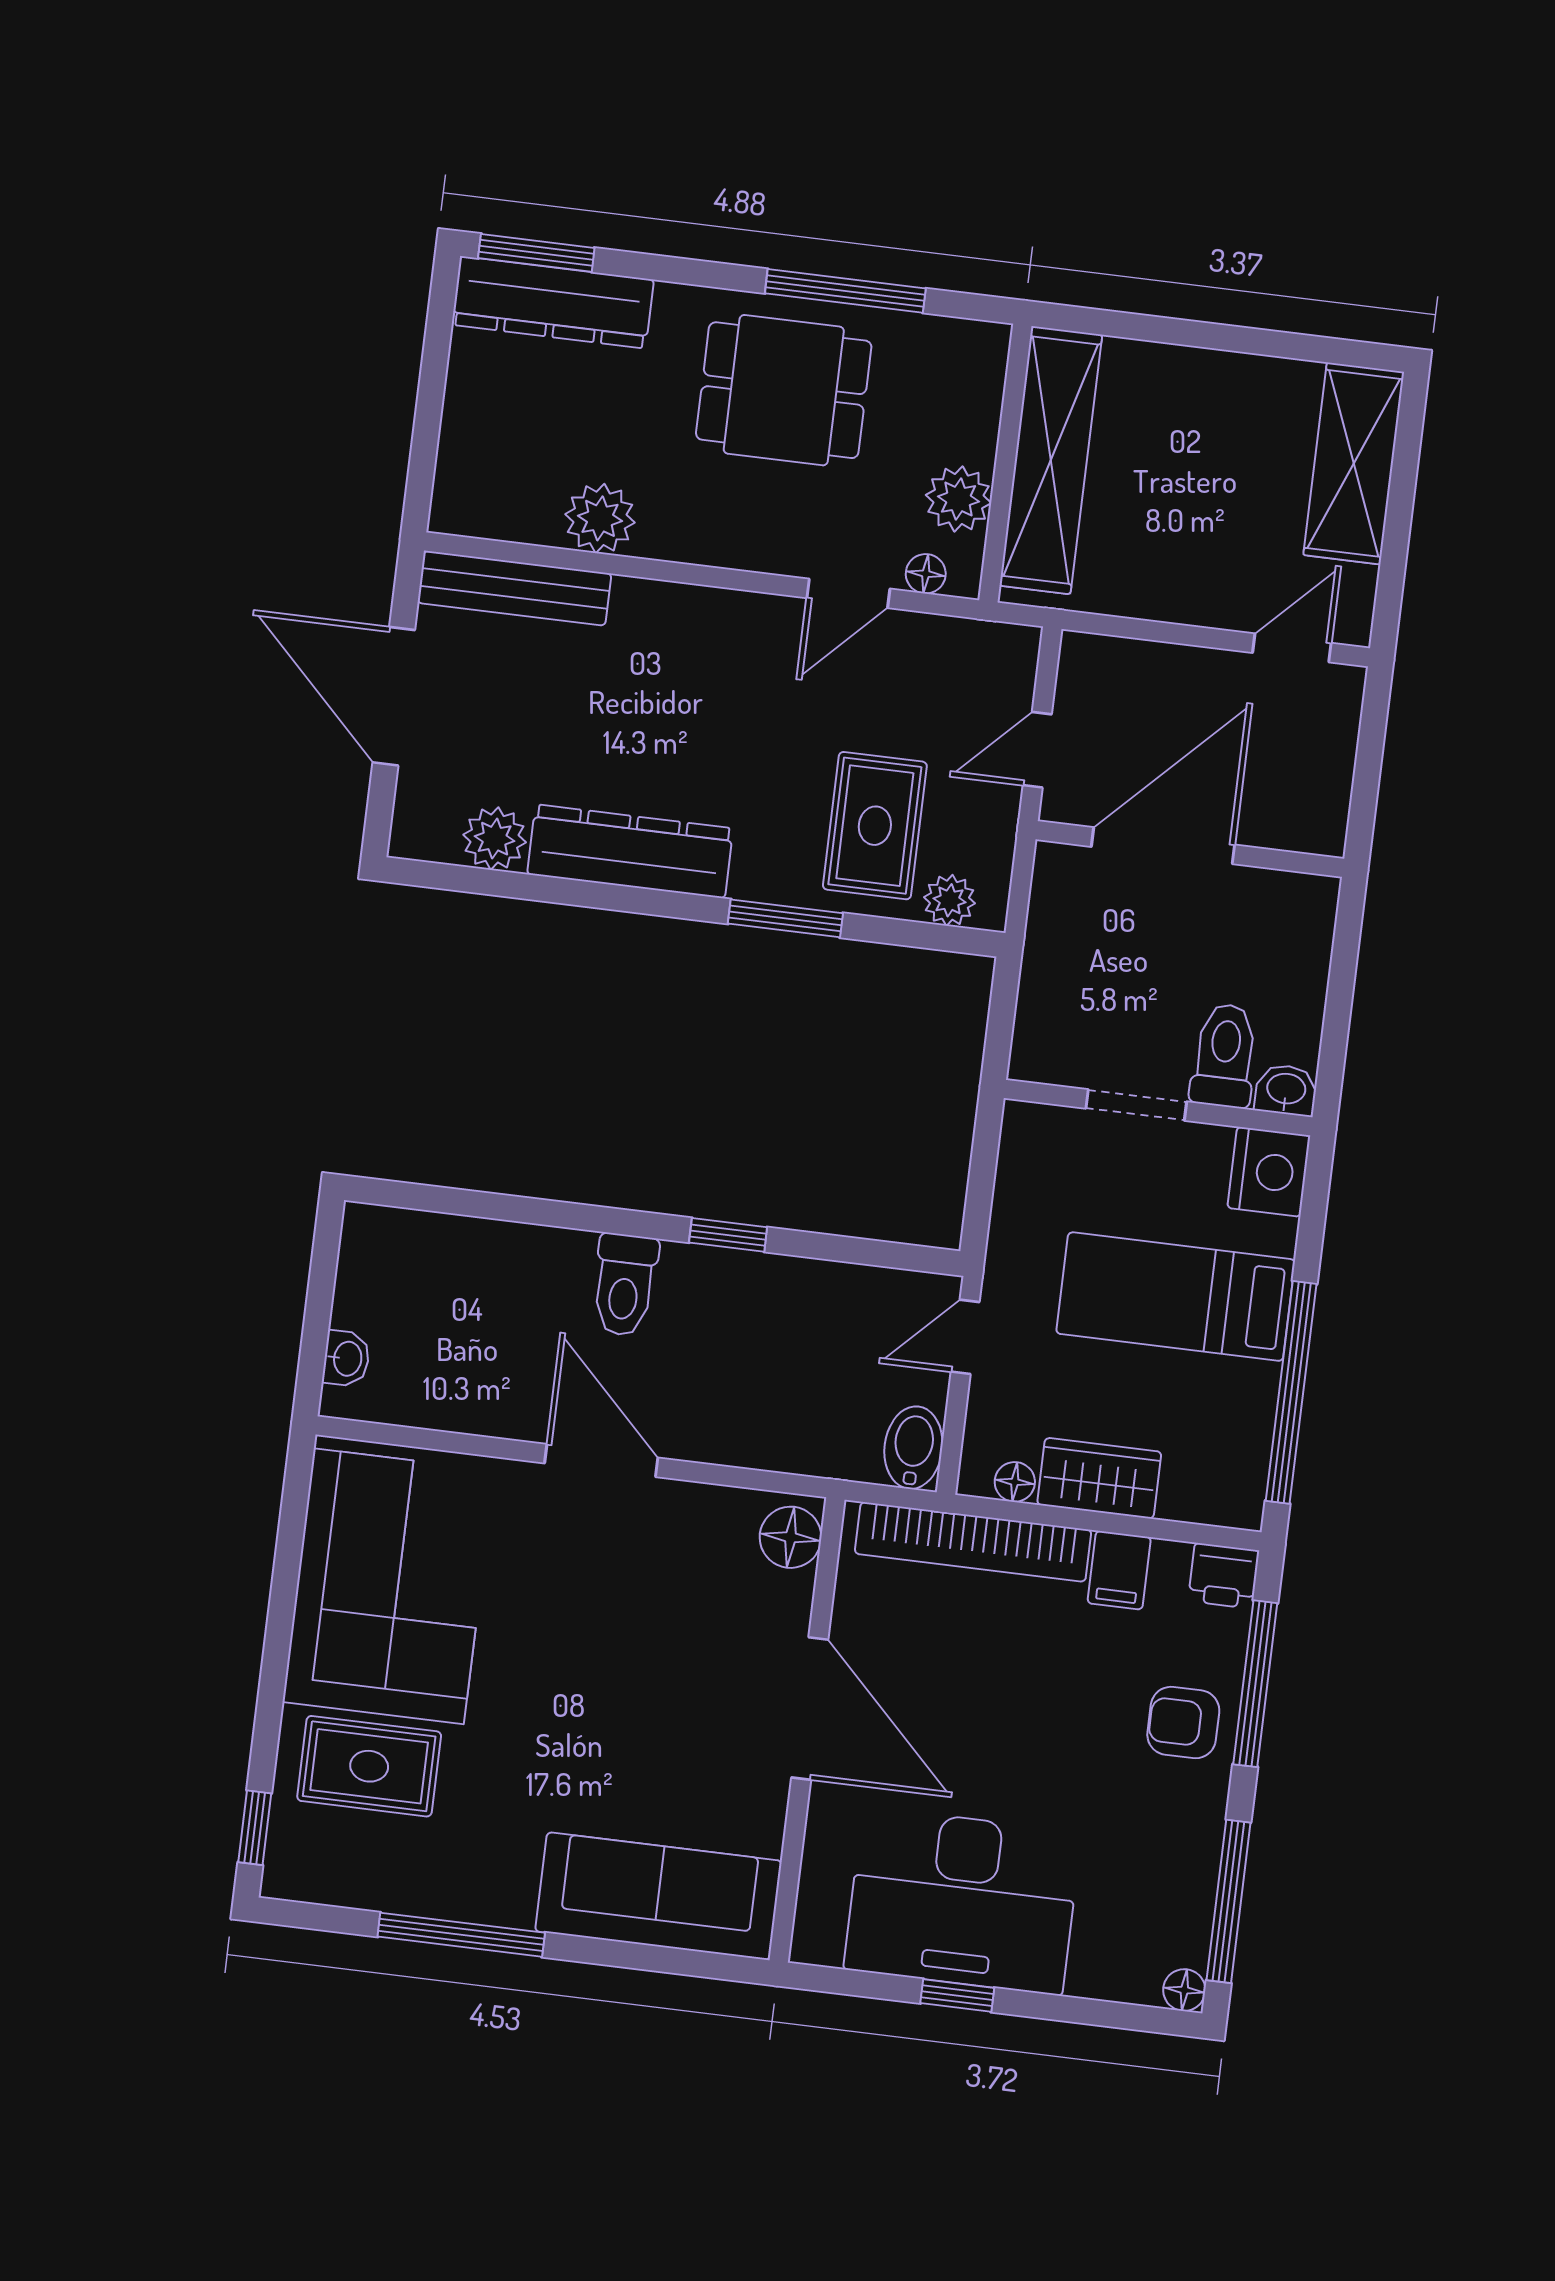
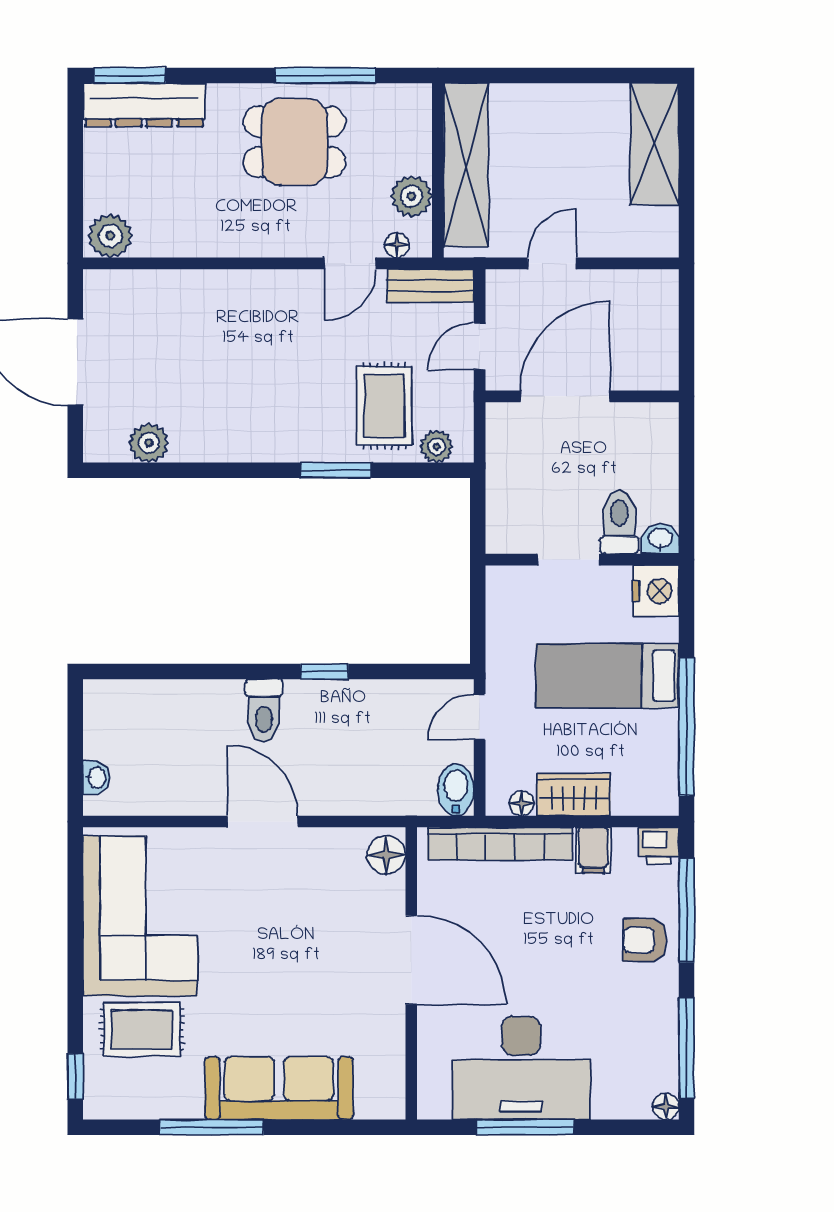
plant: (600, 518) -> (110, 236), moved
bench: (514, 588) -> (431, 286), moved, width x0.73
door: (1292, 648) -> (552, 263), moved
dresser: (630, 851) -> (234, 440), removed
sofa: (658, 1896) -> (279, 1088), moved
window: (957, 1996) -> (525, 1127), width x2.17

